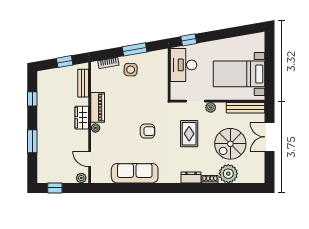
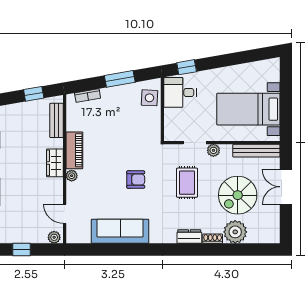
desk: (184, 65) -> (180, 92), width x0.73
side table: (131, 70) -> (149, 98), moved

